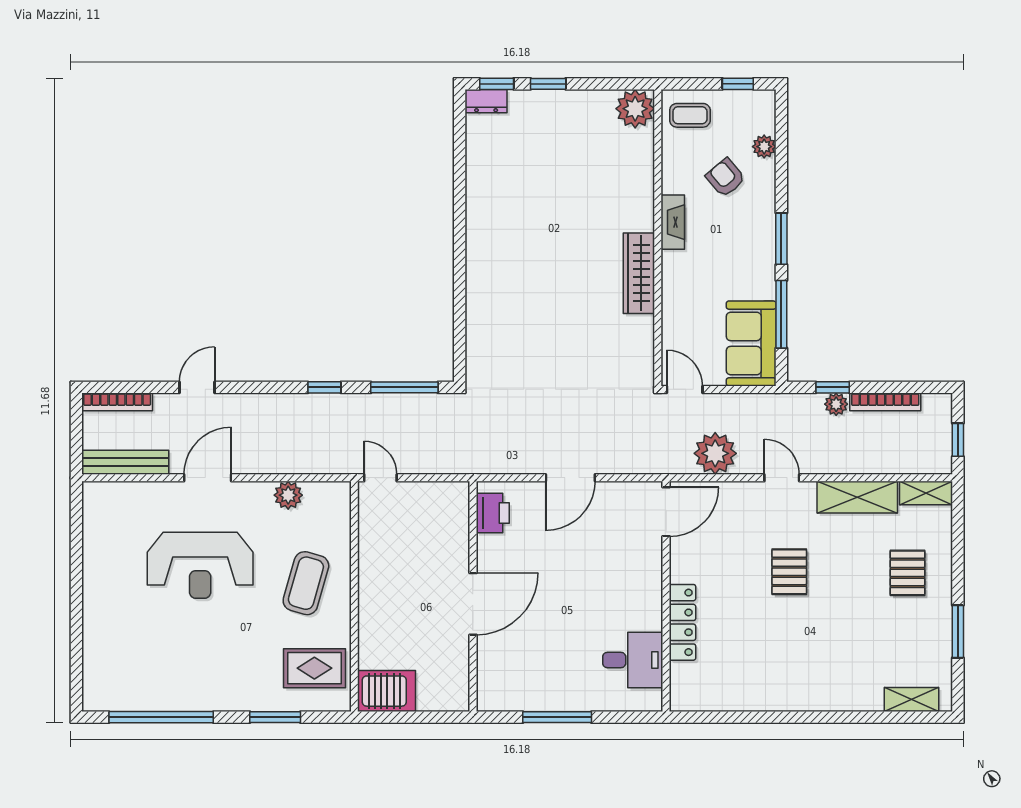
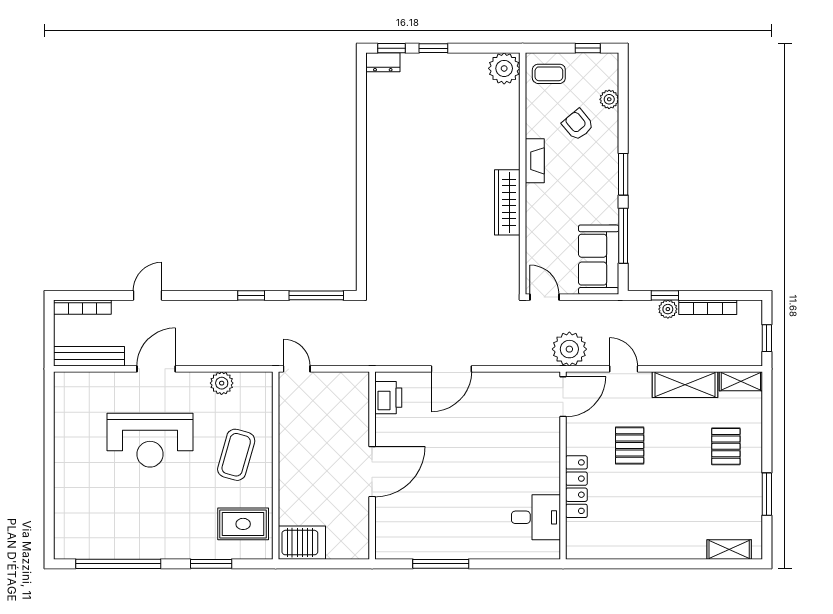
door: (666, 512) -> (563, 397), moved
wall: (666, 596) -> (563, 465), moved
locker: (682, 622) -> (576, 487), moved
desk: (633, 660) -> (536, 517), moved

